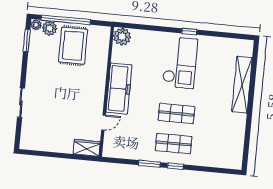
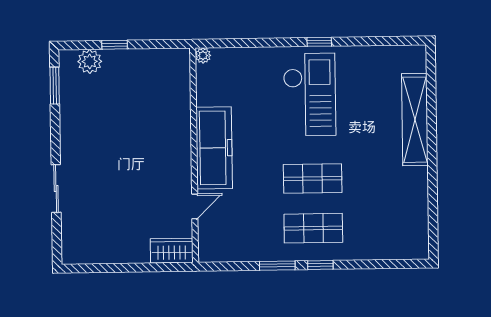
window: (66, 20) -> (115, 45), width x0.32
plant: (36, 25) -> (67, 58), removed
plant: (122, 37) -> (203, 55), width x0.53, depth x0.53
rug: (73, 46) -> (131, 86), removed

